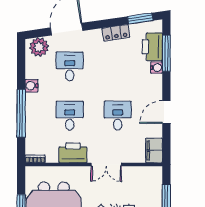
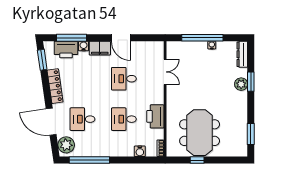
locker: (116, 33) -> (55, 86), width x1.53
water cooler: (31, 86) -> (140, 151), moved
window: (21, 113) -> (89, 160), moved
filing cabinet: (154, 150) -> (100, 48), moved
double door: (106, 165) -> (165, 72), moved

